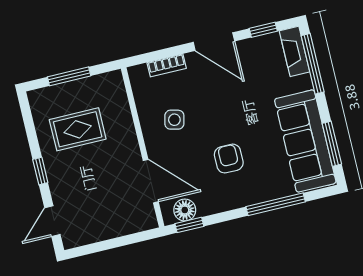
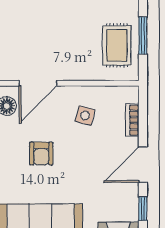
rug: (78, 129) -> (117, 45), moved
armchair: (229, 159) -> (41, 154), turned 90

